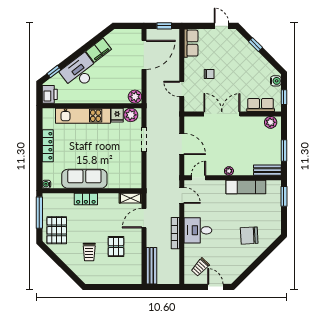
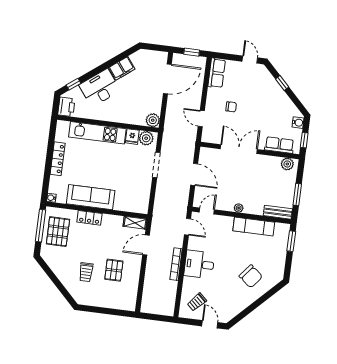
pallet: (57, 230) -> (58, 232), moved
chair: (249, 236) -> (251, 276), turned -138
bench: (151, 266) -> (148, 294), removed

